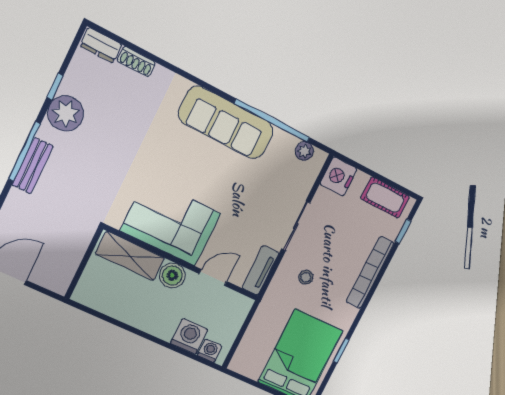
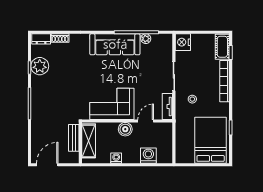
plant: (66, 113) -> (40, 66), moved
plant: (304, 151) -> (146, 39), moved
bench: (33, 166) -> (74, 138), moved
cot: (385, 198) -> (222, 47), moved, turned 90
shelving: (130, 256) -> (89, 141), moved, turned 90
washing machine: (210, 351) -> (116, 158), moved

